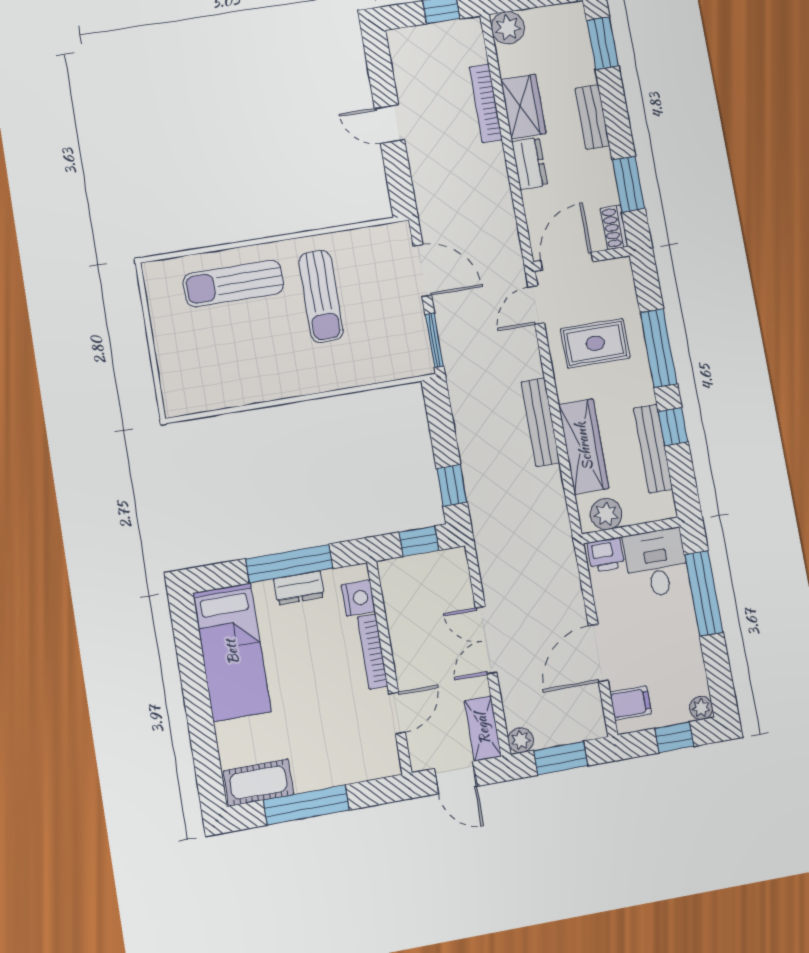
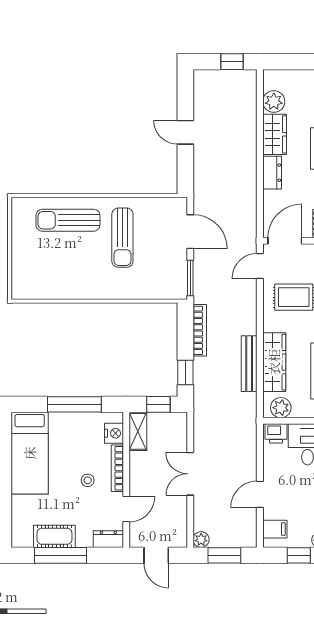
plant: (508, 28) -> (274, 102), moved
bookcase: (486, 103) -> (200, 330), moved, turned 180
bench: (540, 422) -> (249, 364), moved
dresser: (299, 588) -> (108, 539), moved, turned 180
door: (598, 653) -> (260, 494), width x0.73
stool: (329, 679) -> (88, 480), added
shelving: (483, 729) -> (138, 431), moved
cot: (259, 783) -> (54, 536), moved

